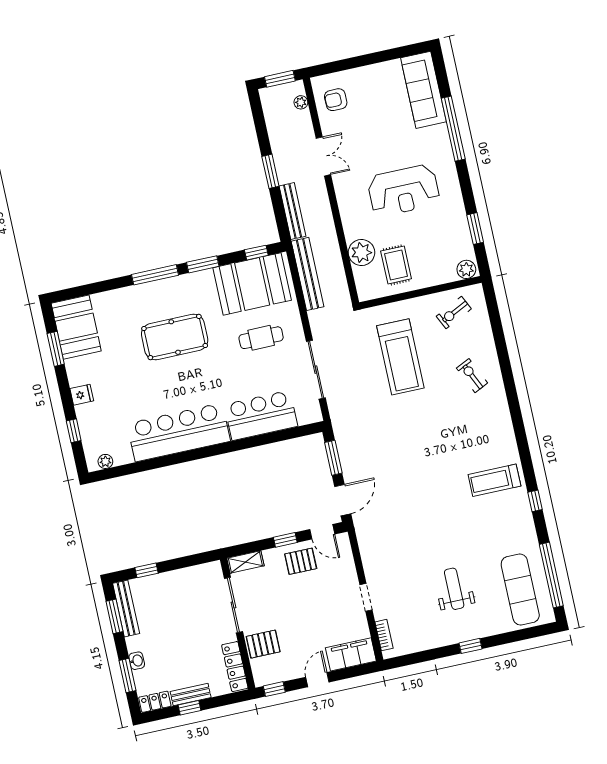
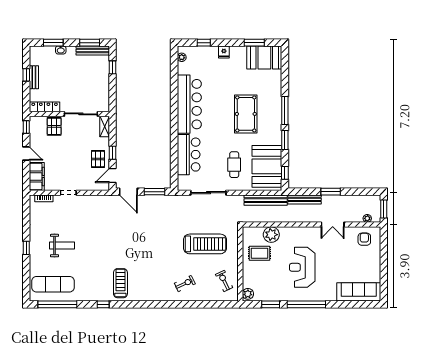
window: (453, 129) -> (306, 304), moved
treadmill: (400, 357) -> (205, 244), turned 180
locker: (155, 702) -> (34, 55), removed

